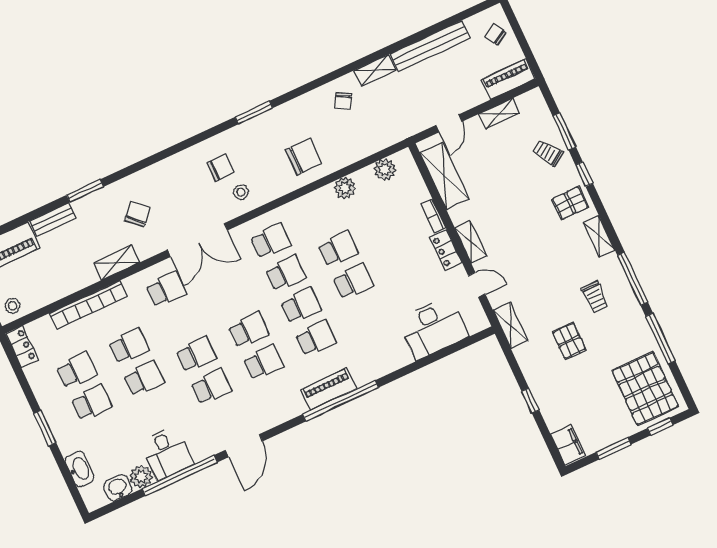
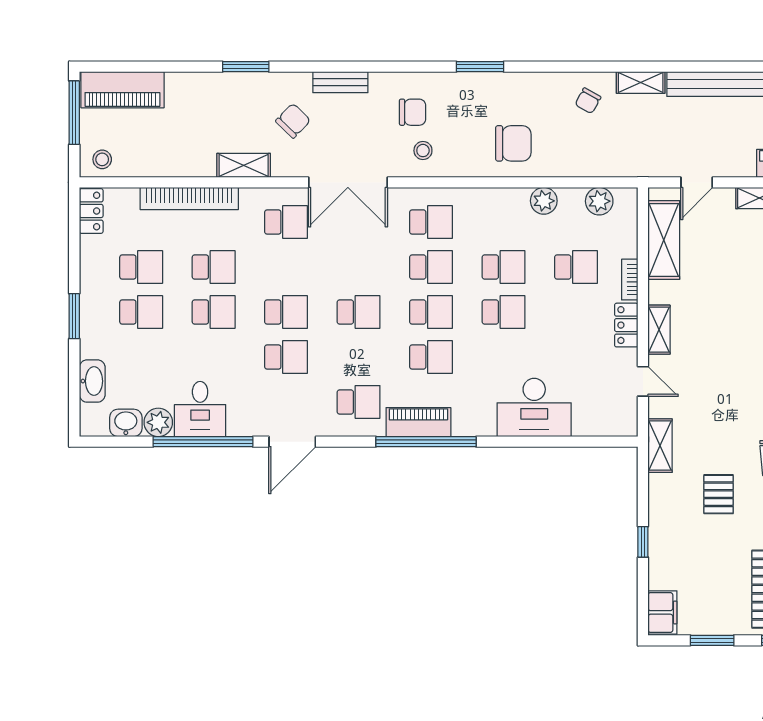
bench: (53, 220) -> (340, 82), moved
school desk: (390, 225) -> (576, 267), added
desk: (433, 328) -> (534, 407), moved
school desk: (264, 362) -> (359, 402), moved

